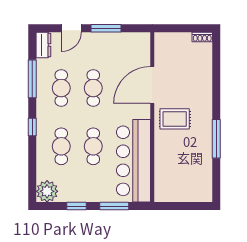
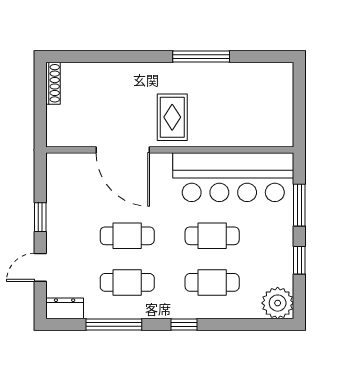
door: (72, 28) -> (40, 267), swing flipped
window: (106, 28) -> (40, 217), width x0.67
shoe rack: (202, 37) -> (53, 83), width x1.43

